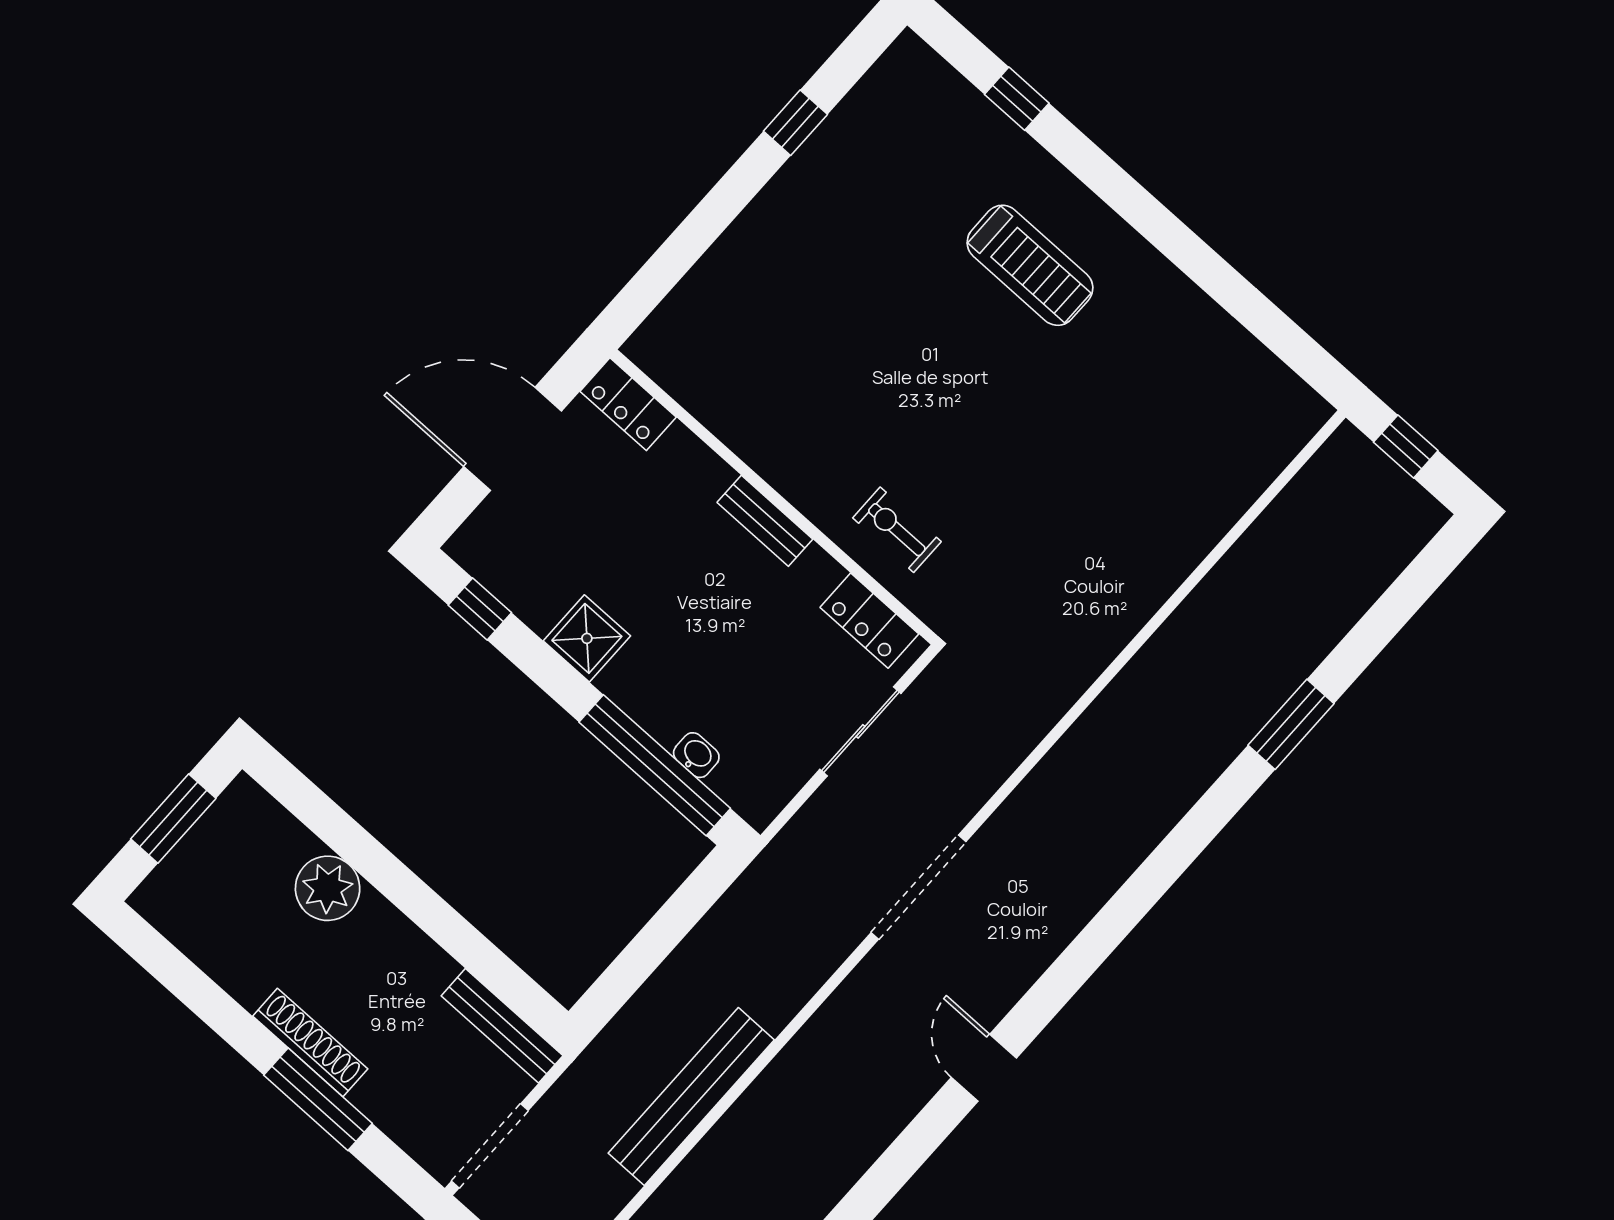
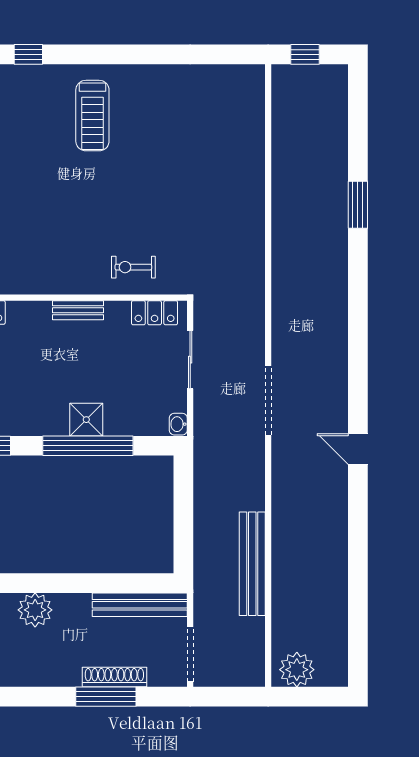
treadmill: (1030, 265) -> (92, 116), turned 90
shower: (587, 638) -> (86, 420), moved
washbasin: (696, 755) -> (178, 424), moved, turned -90
window: (655, 765) -> (88, 446), moved
bench: (502, 1026) -> (140, 605), width x1.37, depth x1.21
shoe rack: (310, 1043) -> (114, 677), moved

